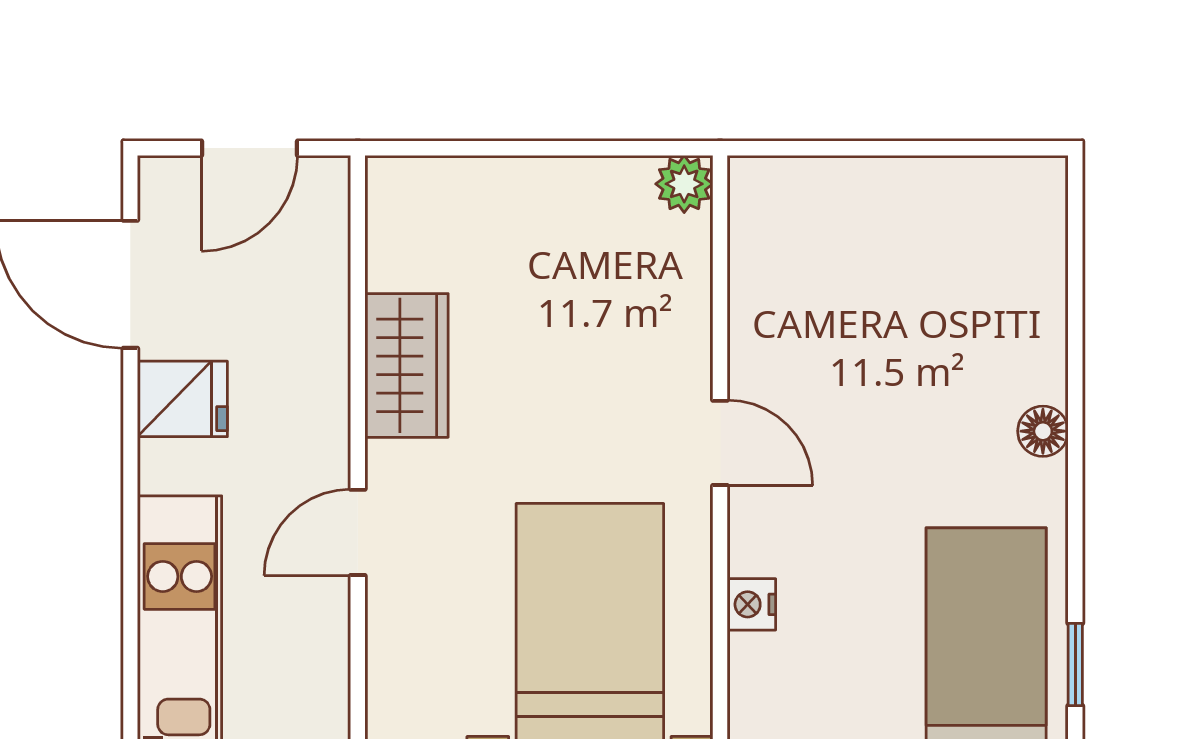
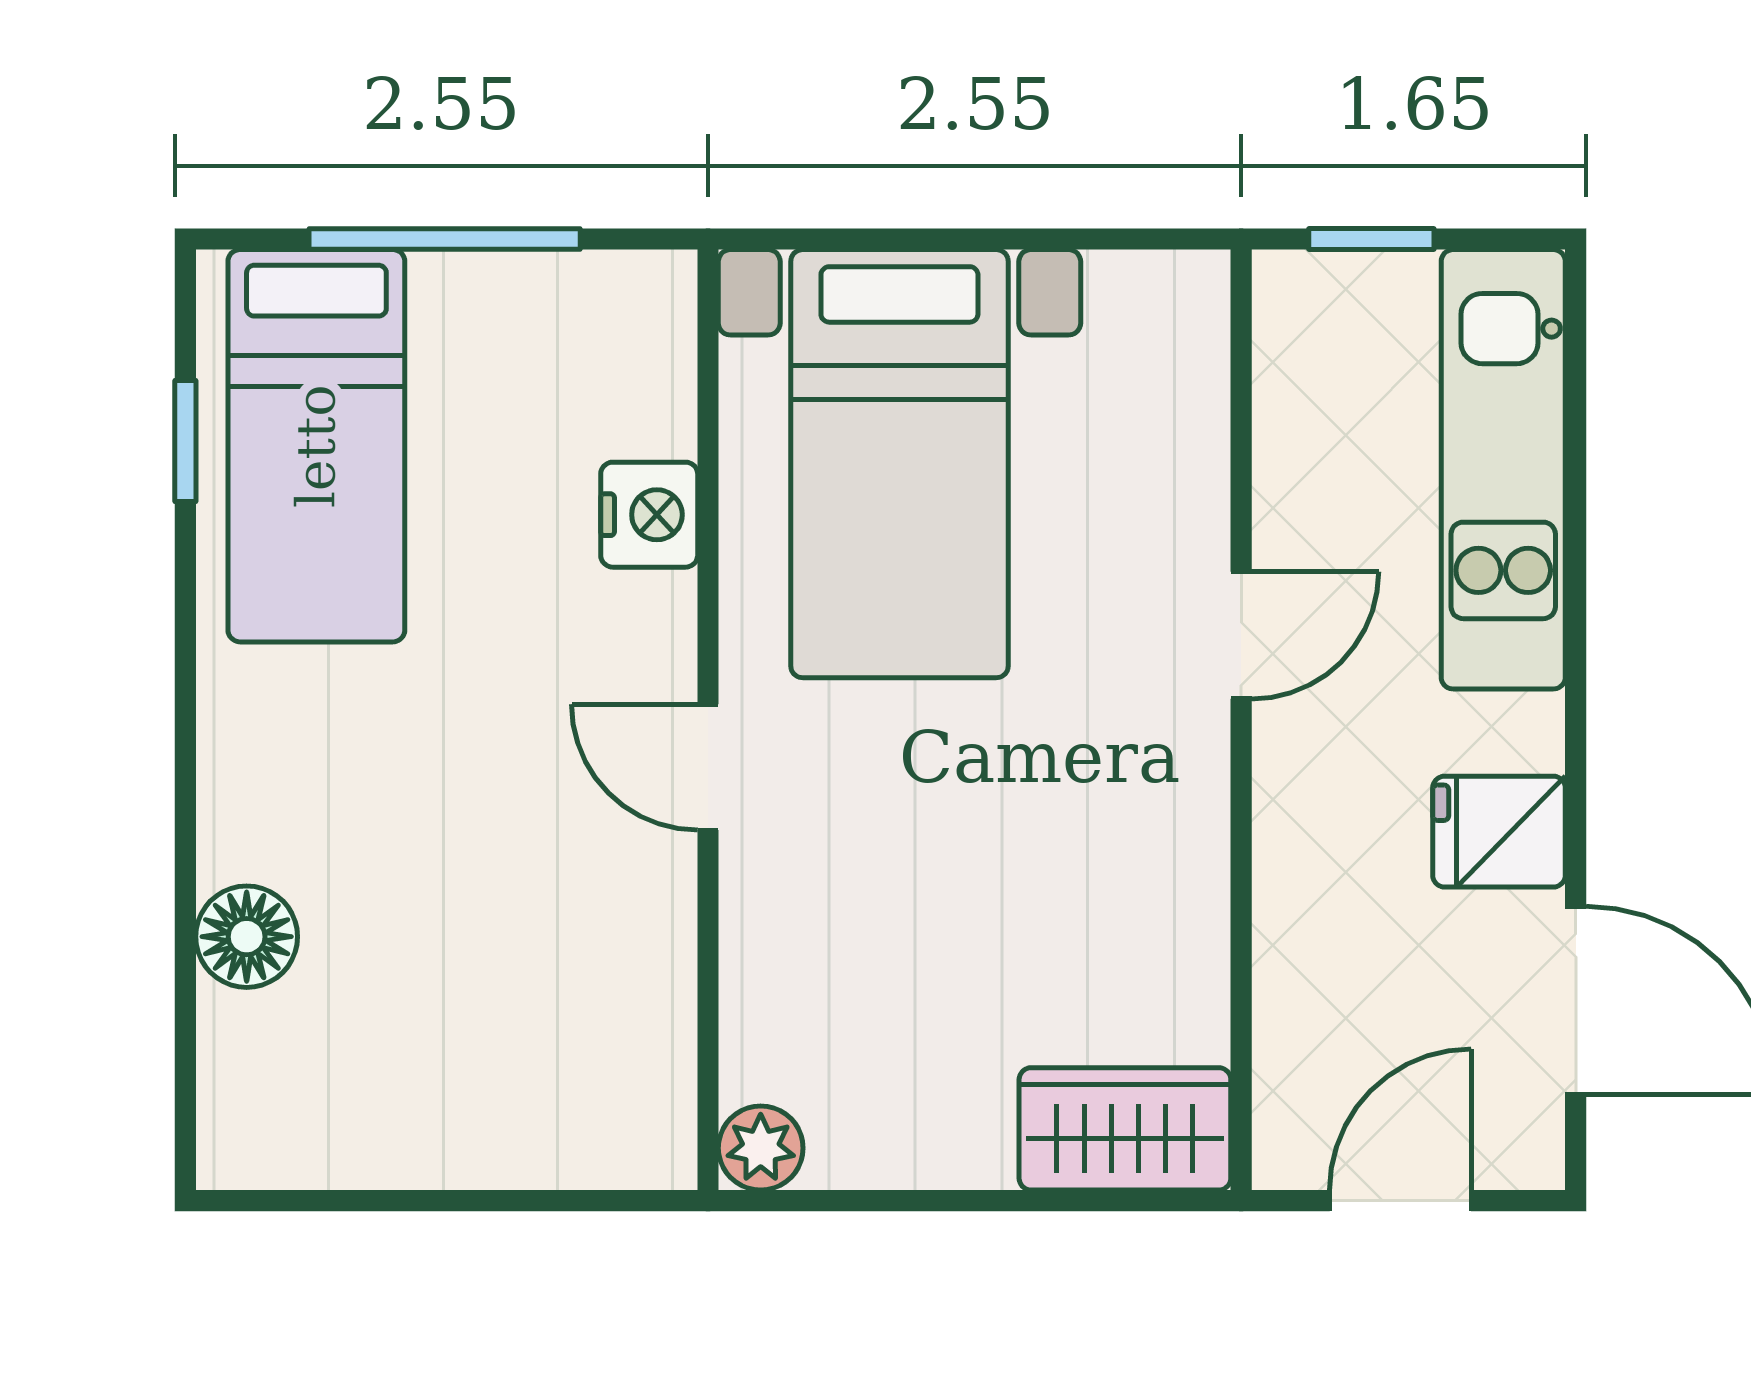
wardrobe: (406, 365) -> (1125, 1129), moved, turned 90
floor lamp: (1043, 431) -> (247, 937), moved, width x1.37, depth x1.37
nightstand: (751, 604) -> (649, 515), width x1.39, depth x1.35

